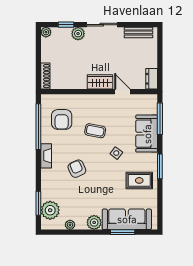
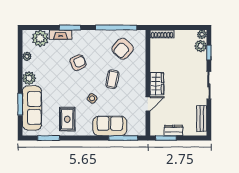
plant: (78, 34) -> (201, 46), moved
window: (160, 72) -> (166, 138), added
dresser: (152, 79) -> (174, 130), moved
armchair: (62, 119) -> (123, 49), turned -49
fireplace: (46, 156) -> (61, 35), moved
window: (160, 166) -> (49, 138), moved
window: (38, 203) -> (70, 28), moved

